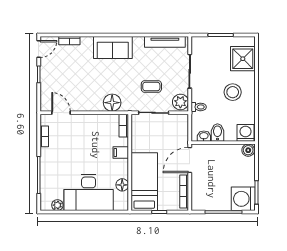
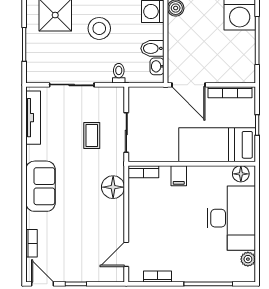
plant: (180, 102) -> (112, 97), removed
floor lamp: (122, 185) -> (241, 174), moved

